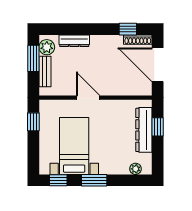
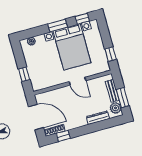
dresser: (144, 130) -> (33, 70), removed
bed with nightstands: (74, 146) -> (72, 47), width x1.36

